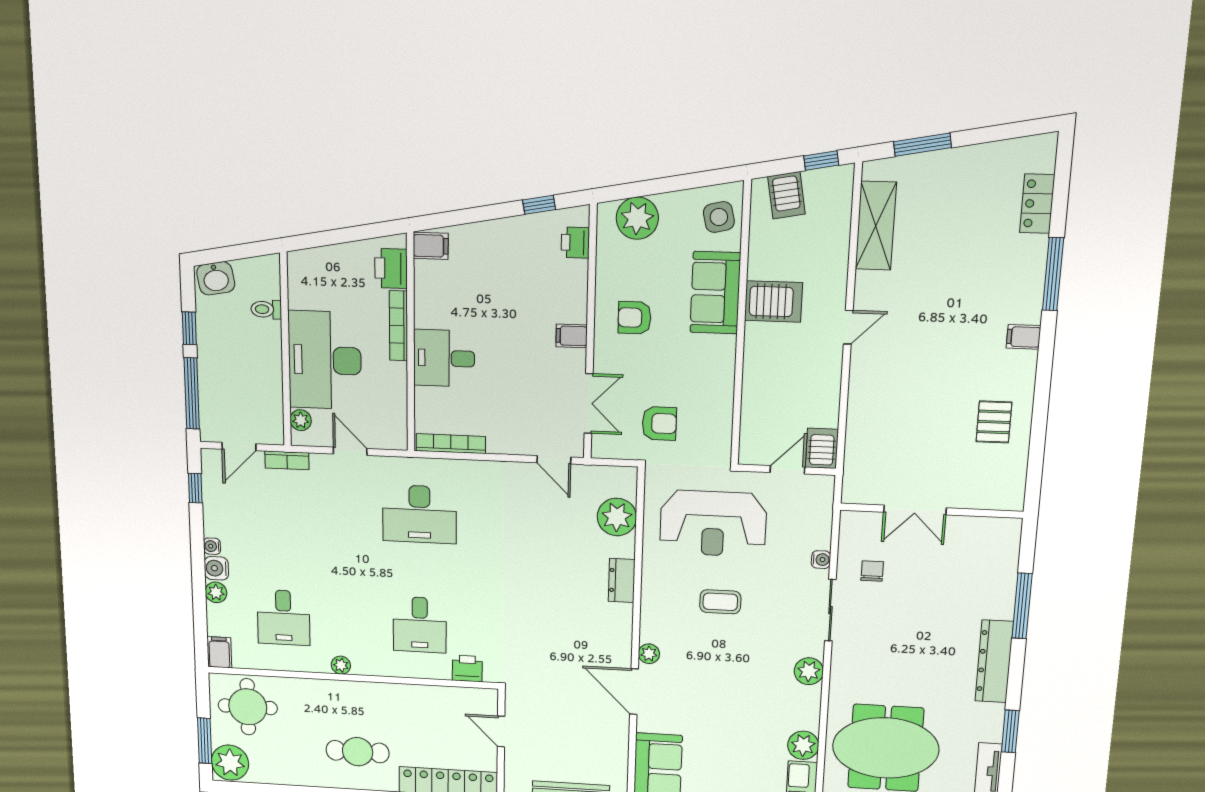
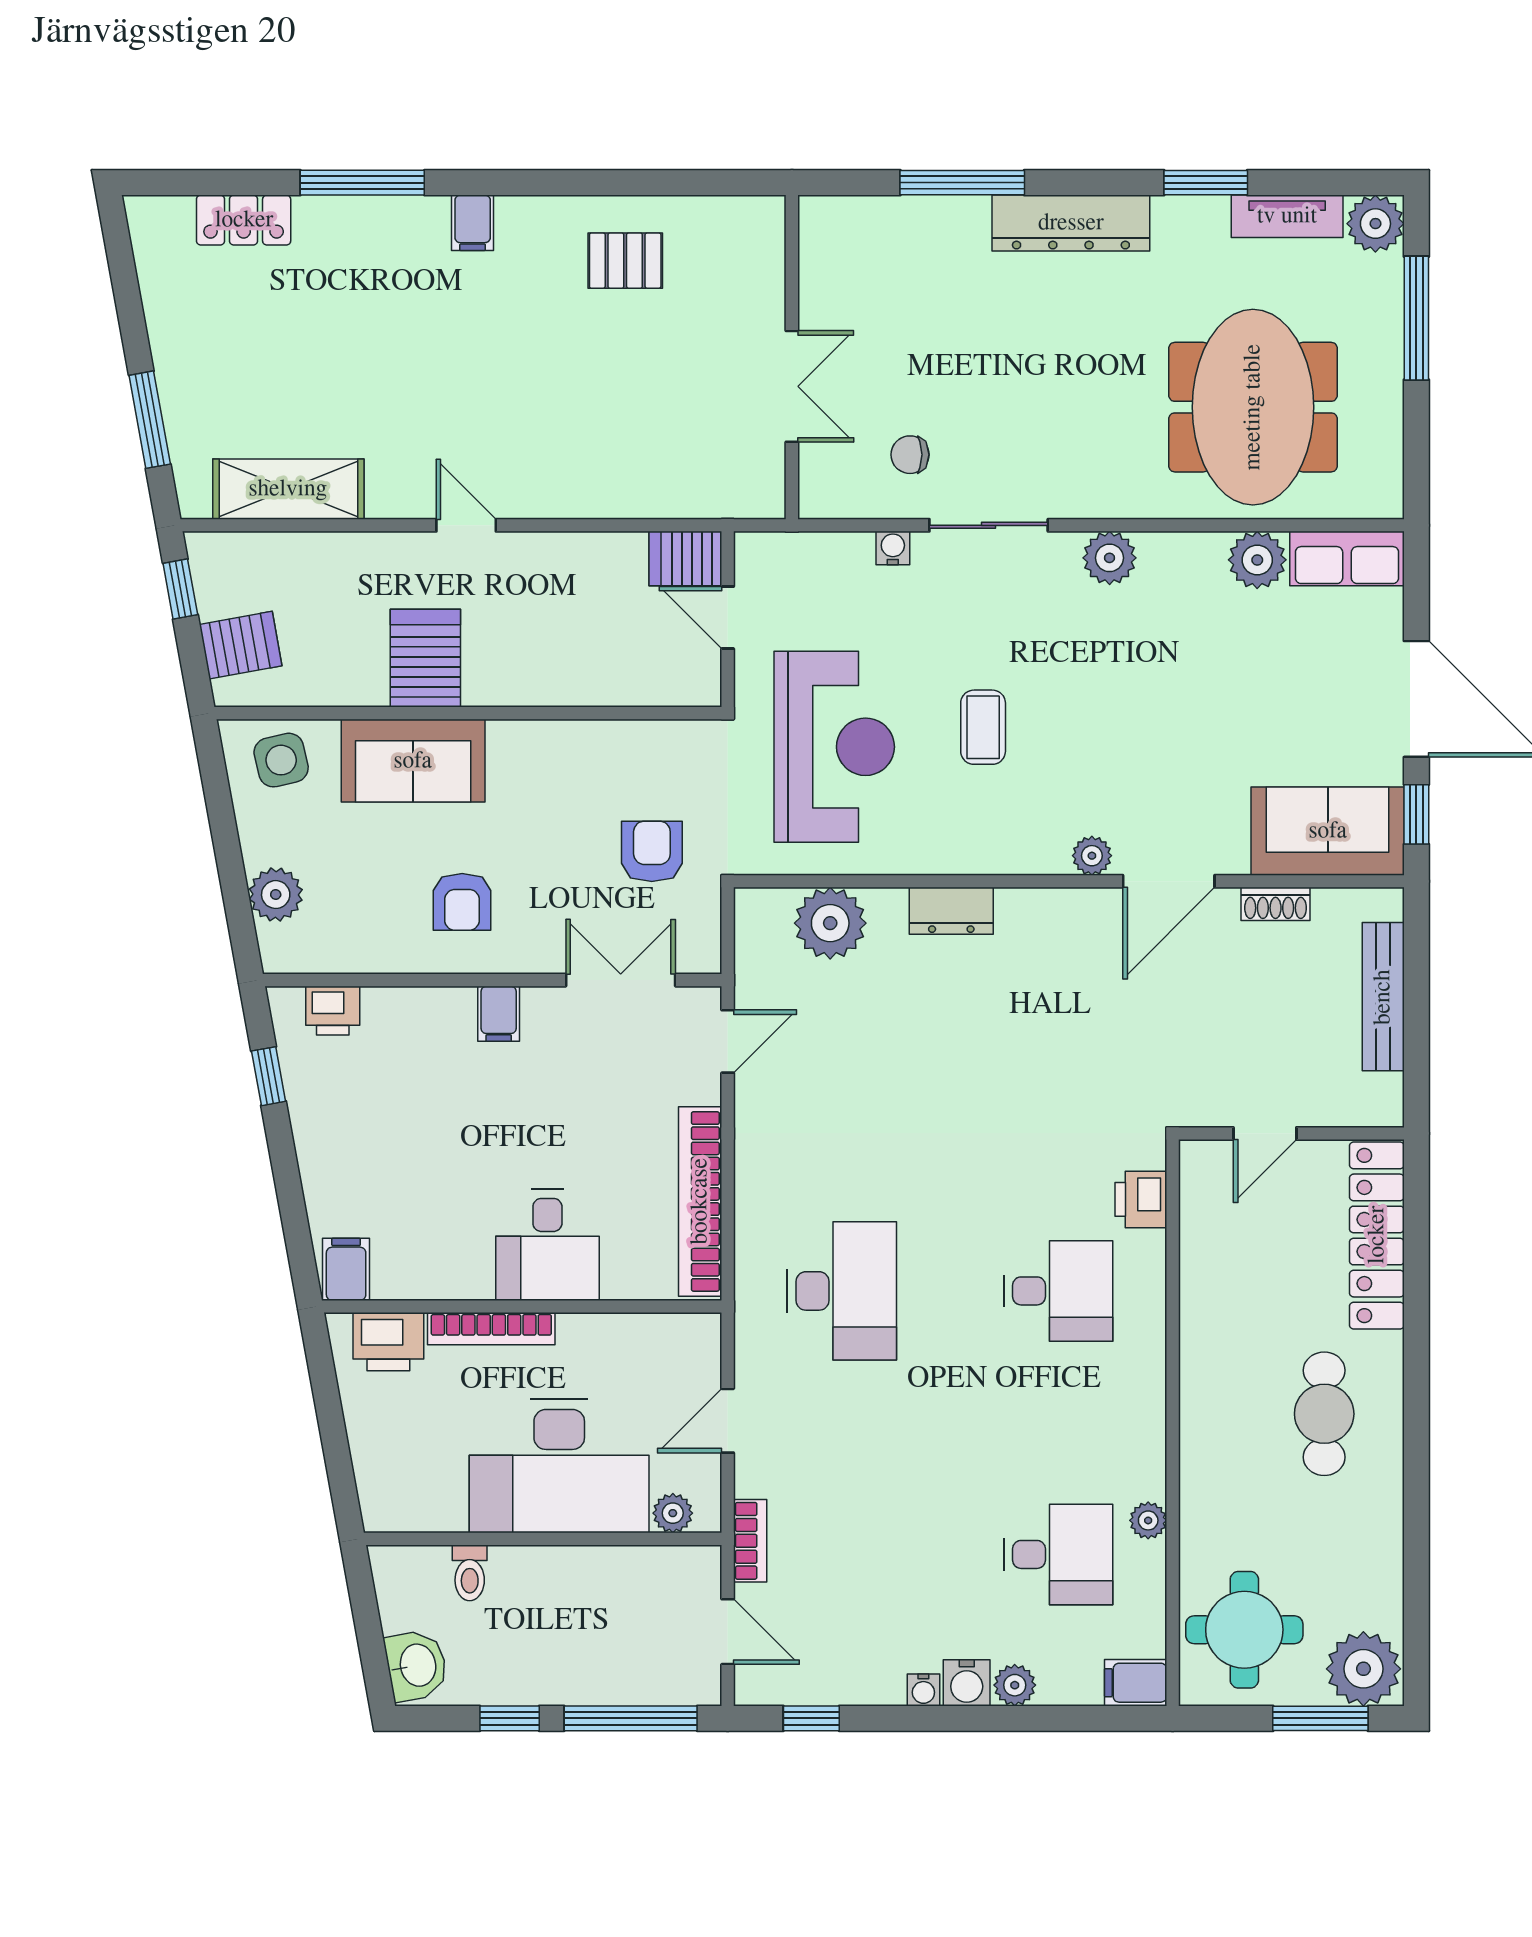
plant: (637, 218) -> (276, 895), width x0.73, depth x0.73
bookcase: (451, 444) -> (700, 1201), width x1.48, depth x1.31
plant: (341, 665) -> (1148, 1520), moved
shoe rack: (620, 744) -> (1276, 904), added

